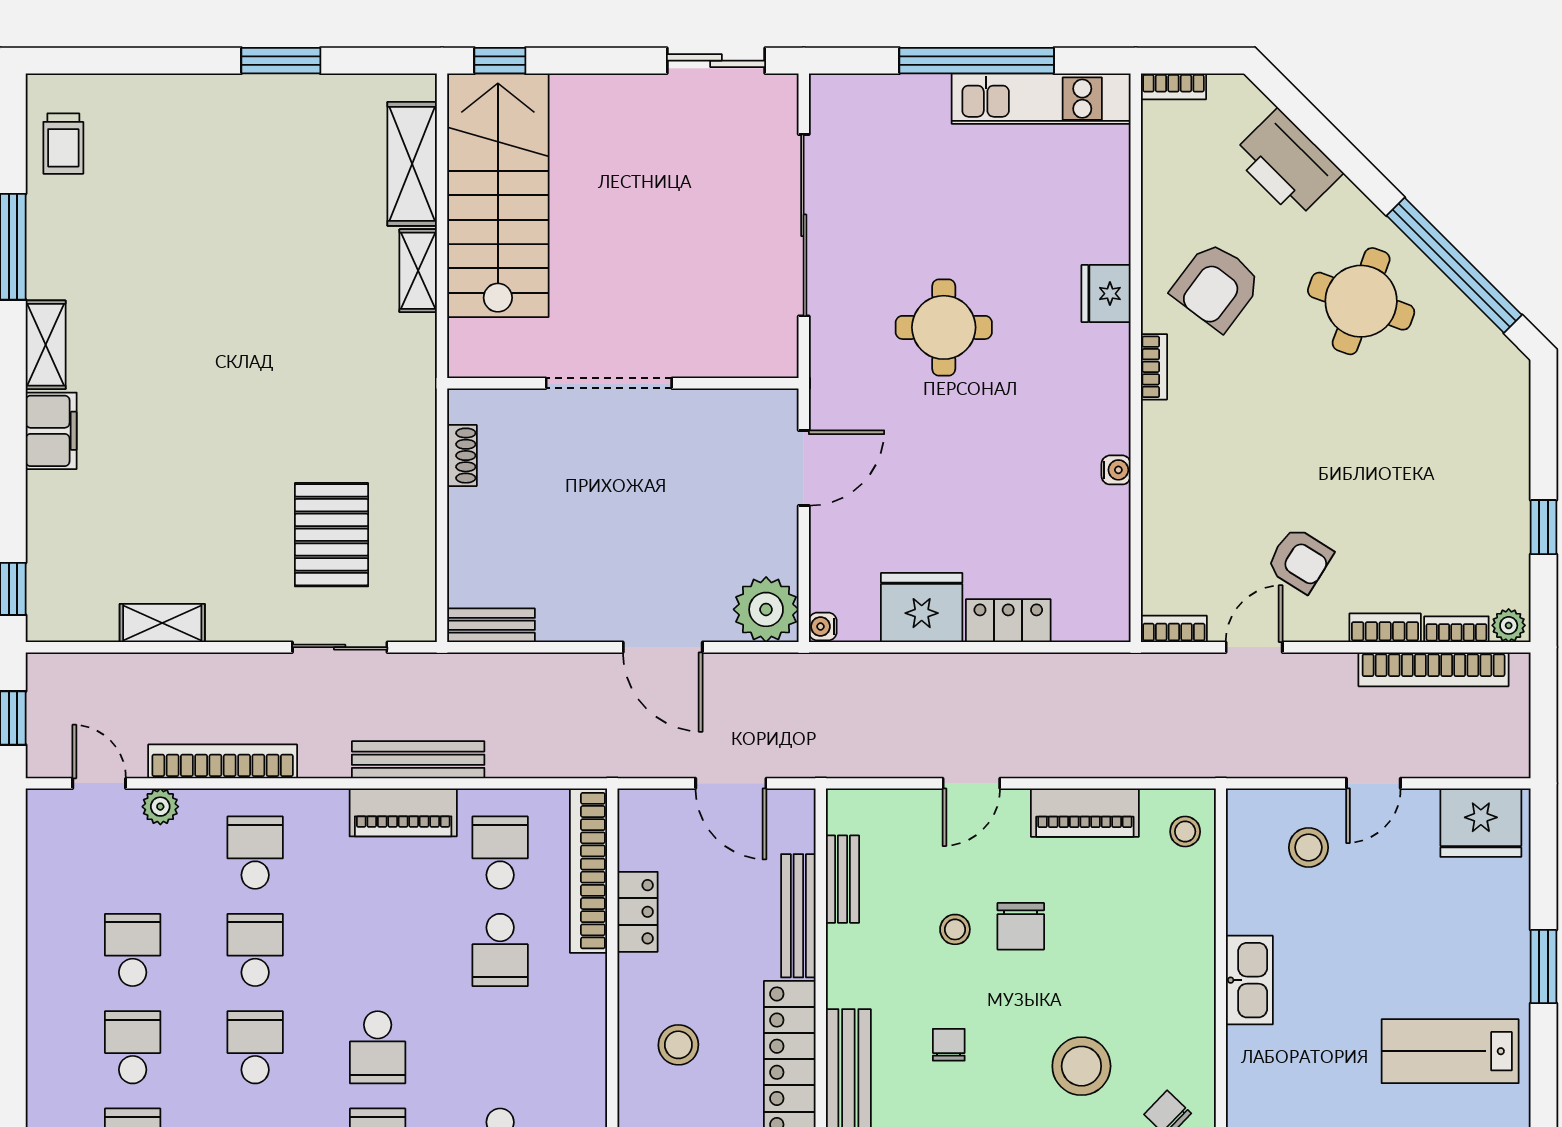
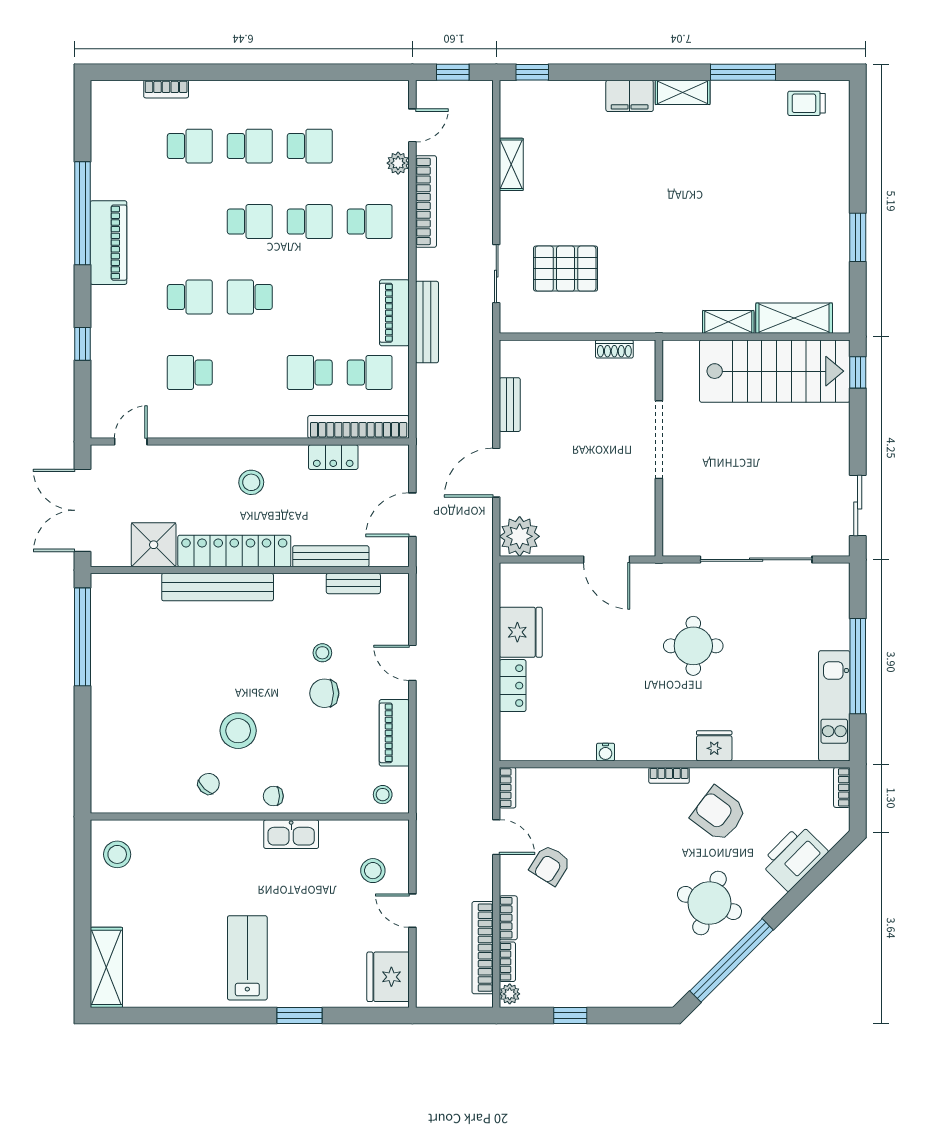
bench: (491, 625) -> (510, 405), moved
water cooler: (823, 626) -> (509, 571), removed
chair: (949, 1045) -> (273, 796), moved, turned 180

